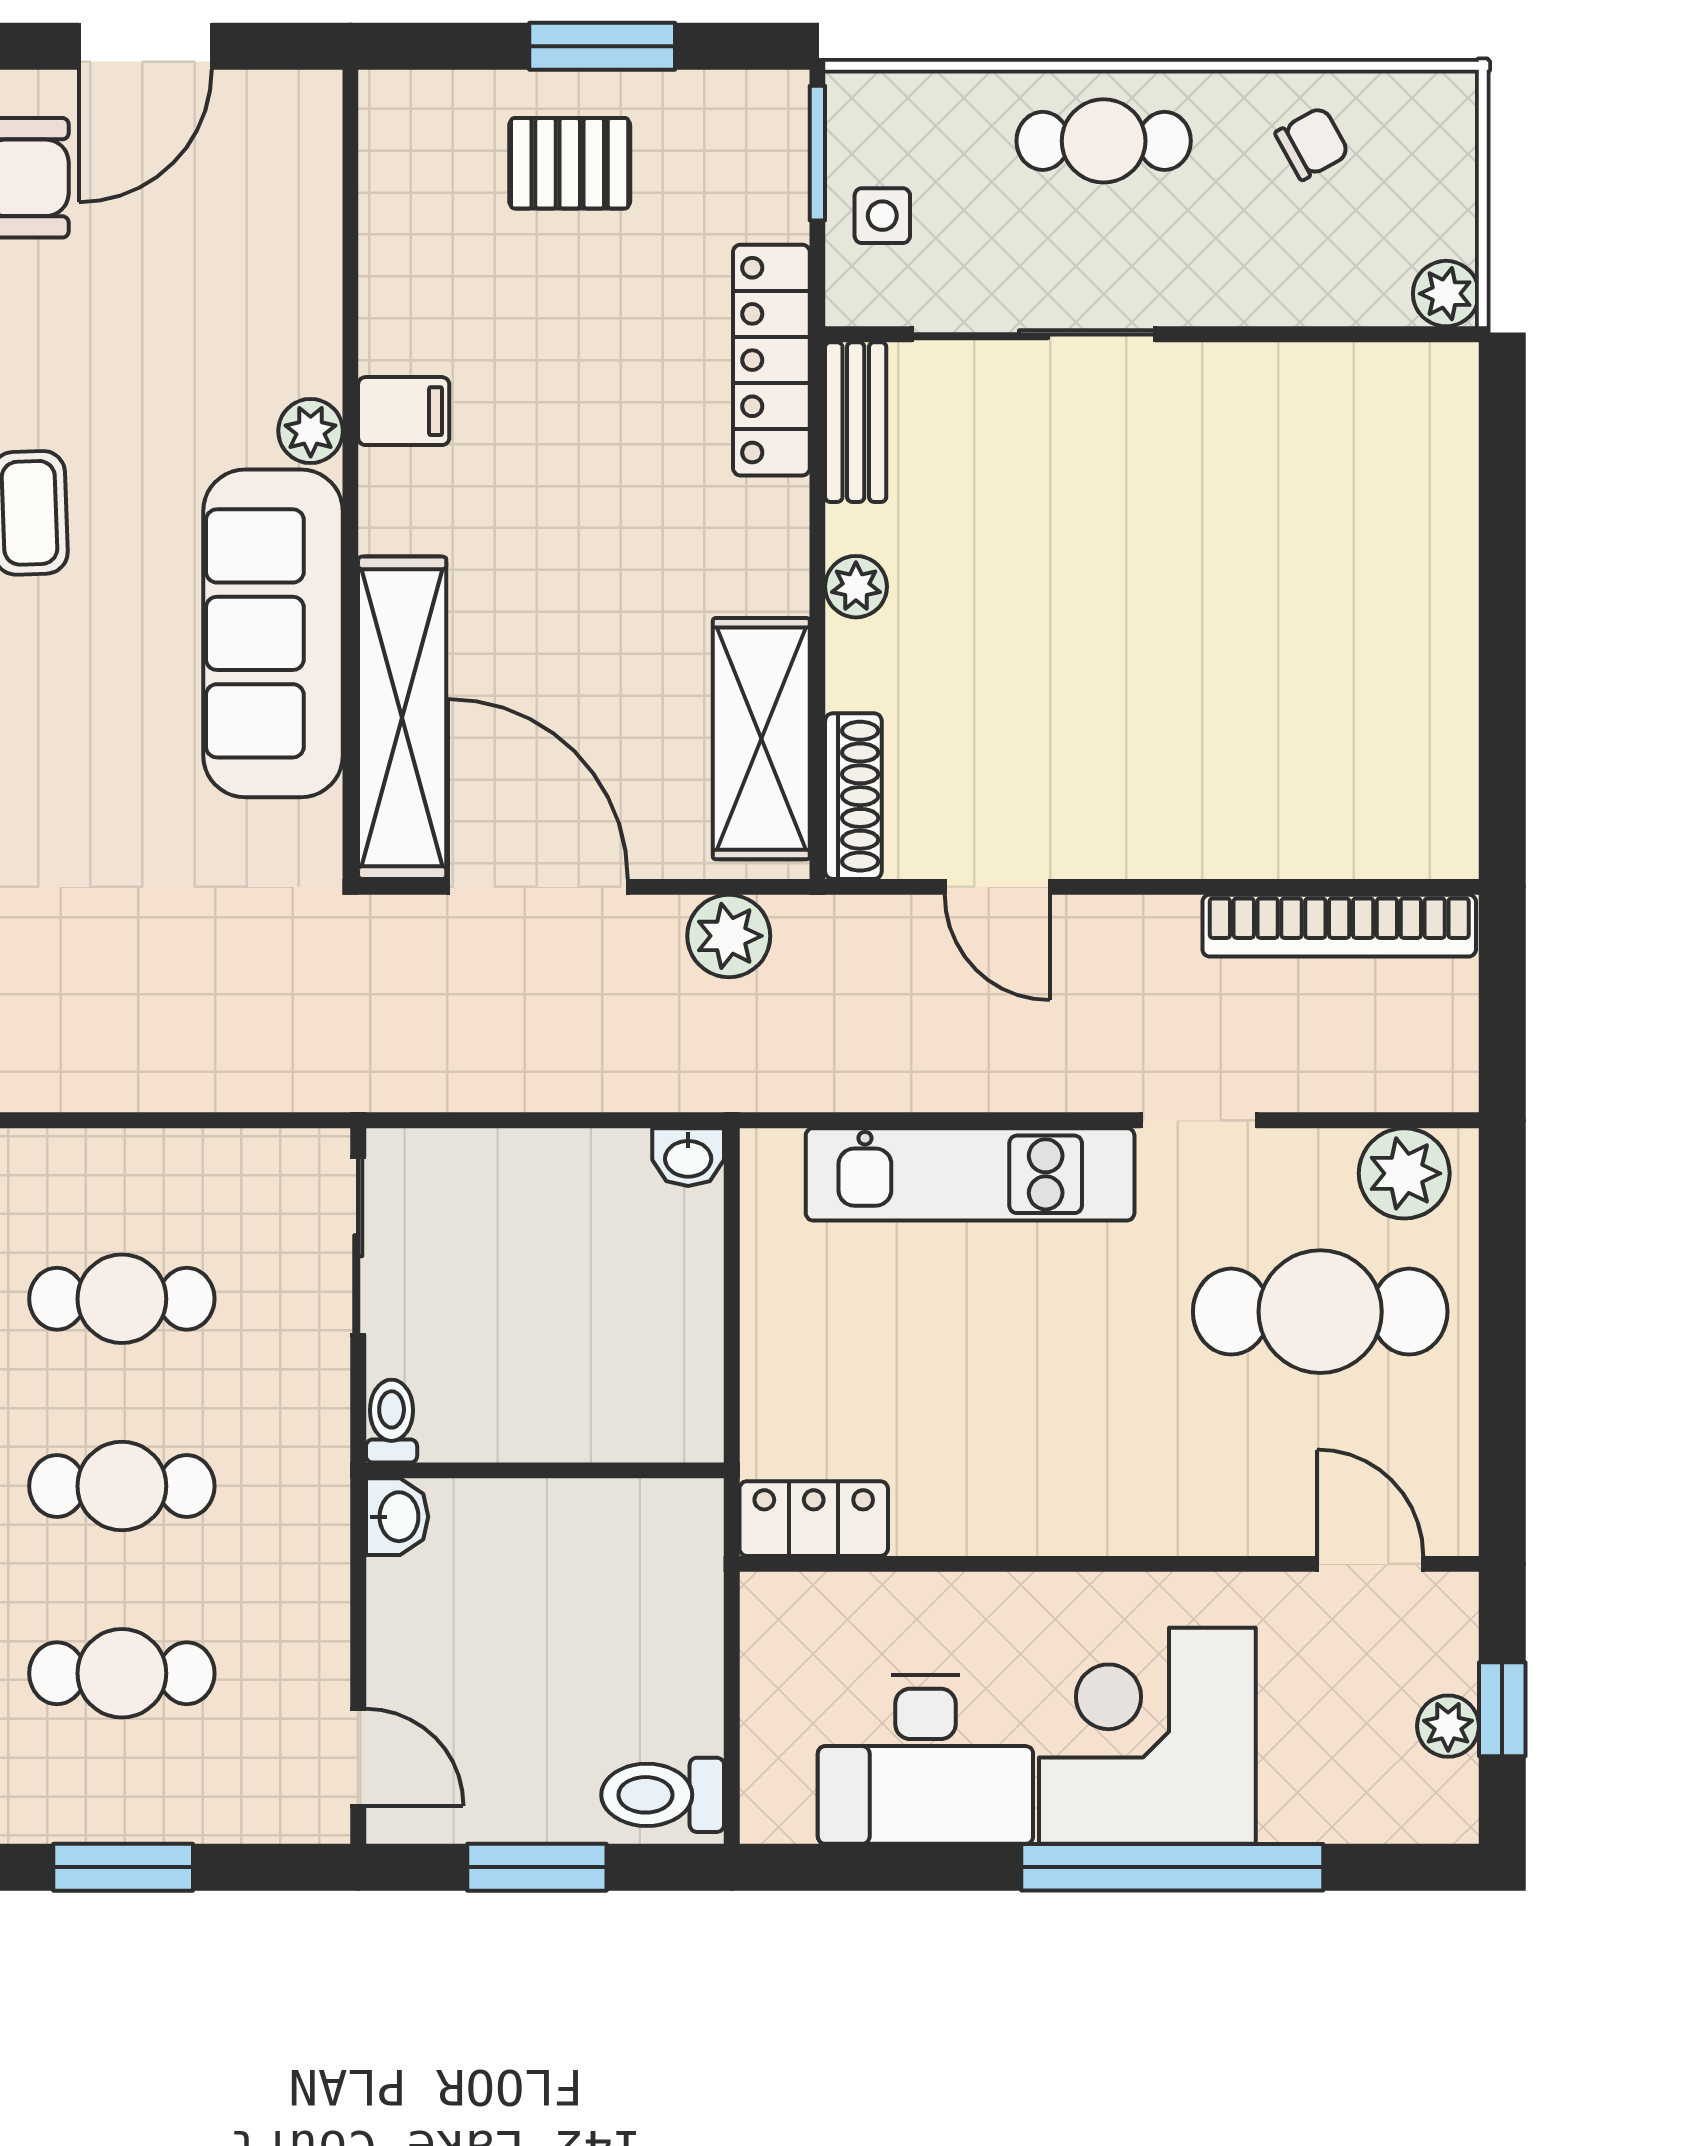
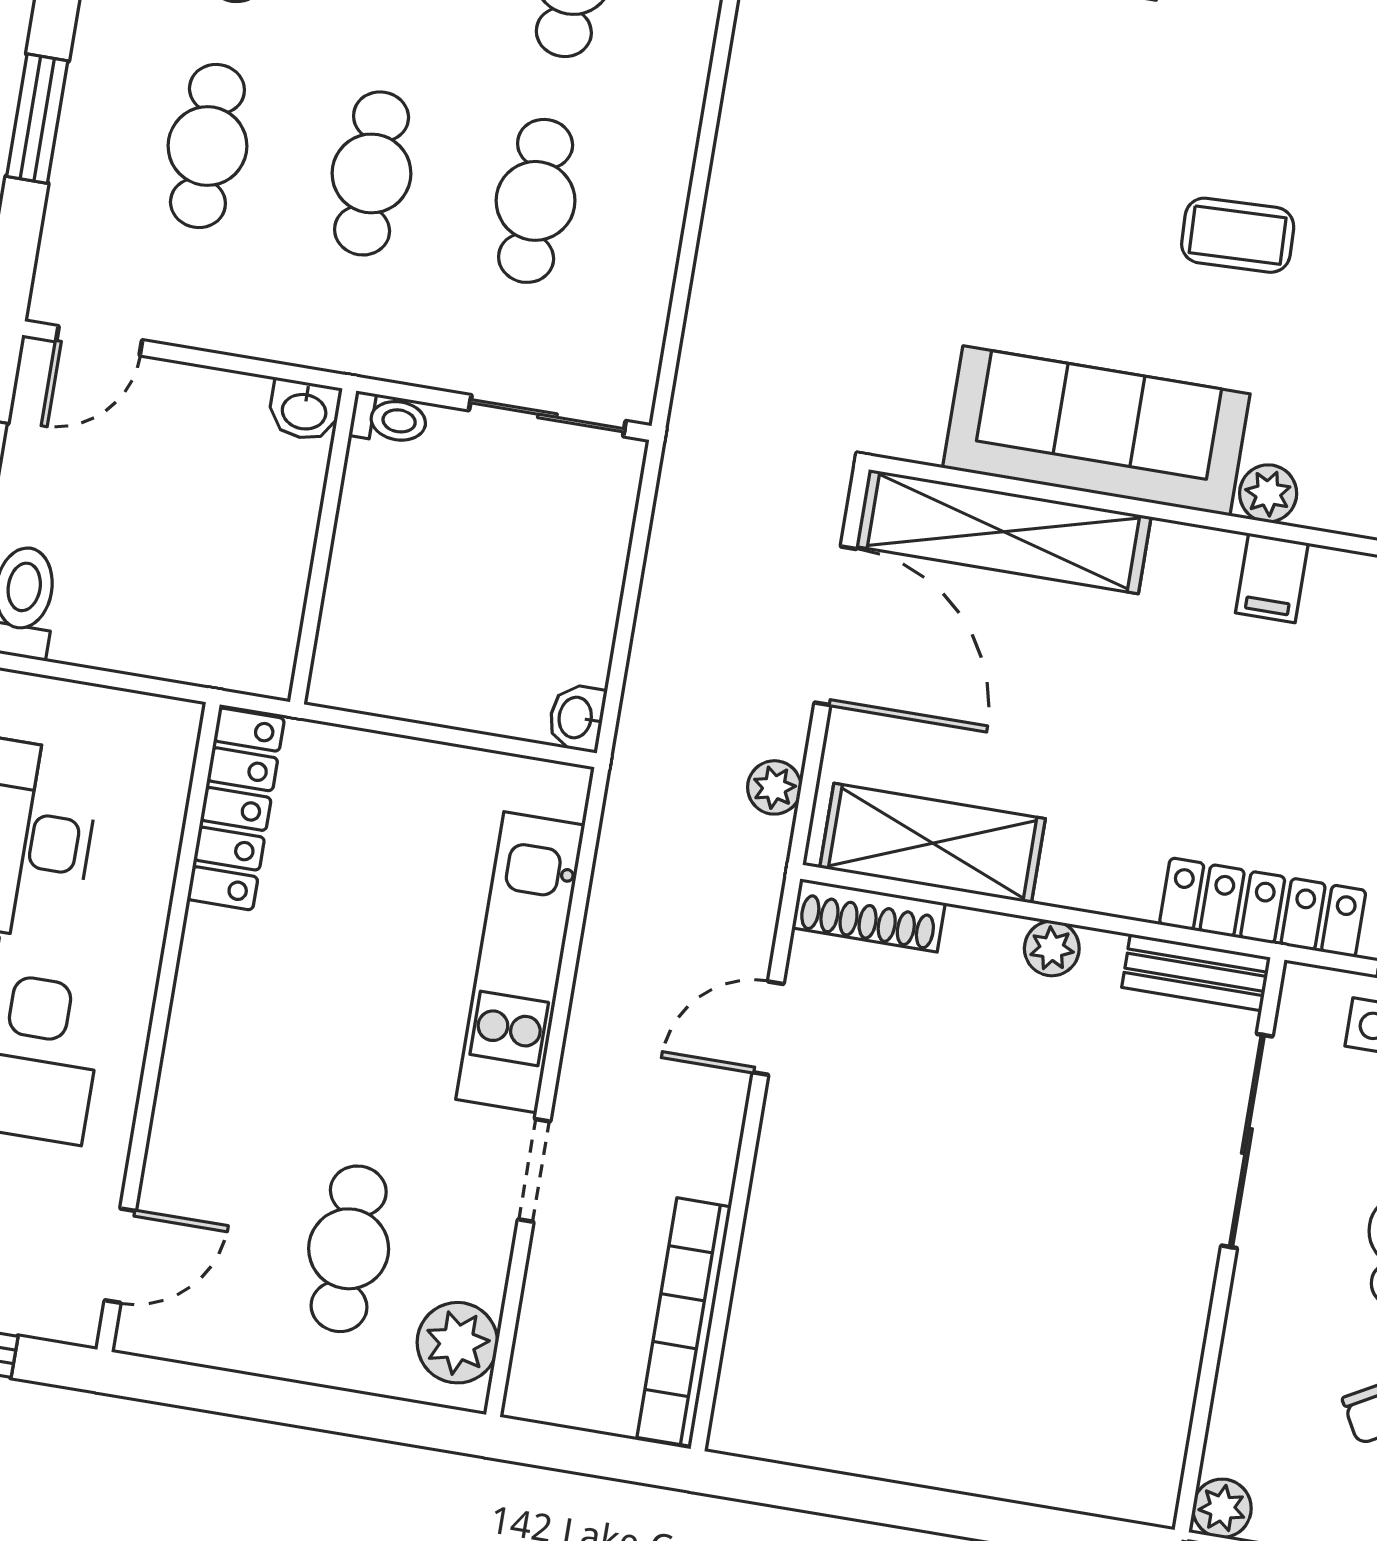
door: (538, 887) -> (835, 626), hinge flipped
plant: (729, 936) -> (774, 787), width x0.73, depth x0.73
cafe table: (1320, 1312) -> (349, 1249), width x0.73, depth x0.74
locker: (814, 1519) -> (236, 809), width x1.53

